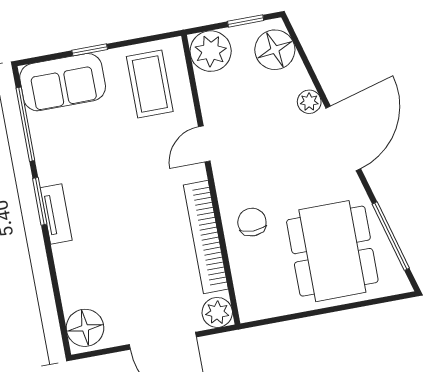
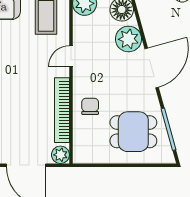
plant: (309, 102) -> (128, 39), width x1.87, depth x1.87
dining table: (332, 251) -> (133, 132), width x0.73

